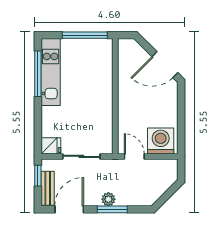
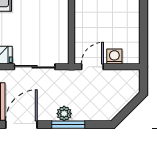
washing machine: (161, 141) -> (114, 57), width x0.53, depth x0.53
door: (134, 156) -> (92, 67), hinge flipped

